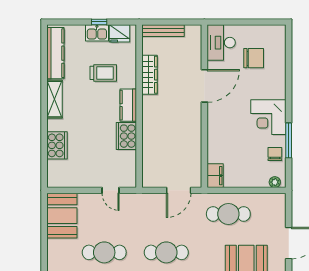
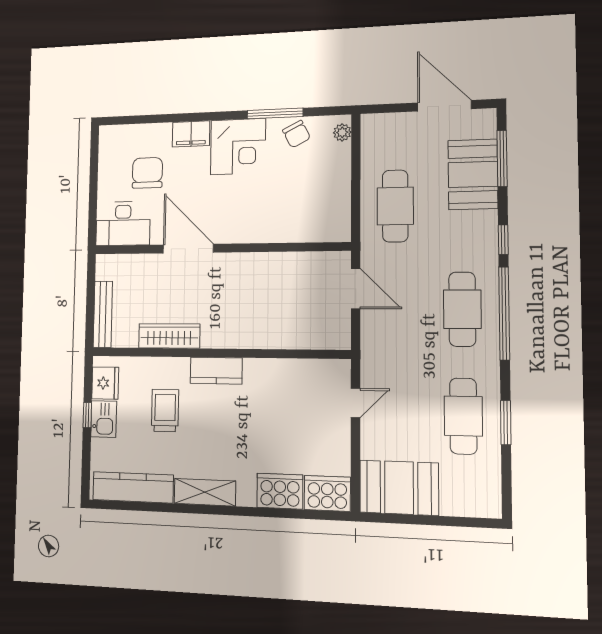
cooker: (126, 136) -> (327, 493), moved, turned 180
chair: (275, 154) -> (296, 134), turned -117
filing cabinet: (215, 176) -> (191, 134), moved, turned 180

